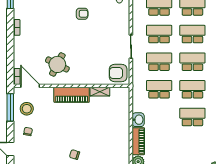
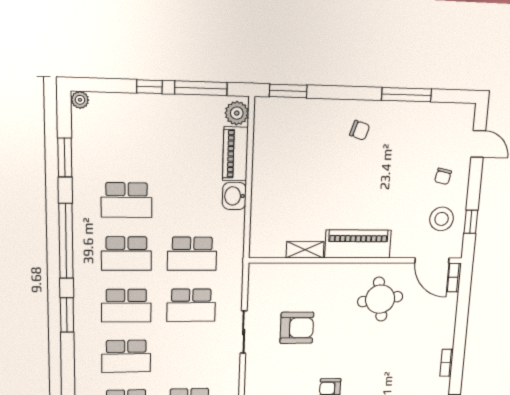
school desk: (159, 34) -> (190, 355), removed
round table: (57, 64) -> (380, 299), turned -35
armchair: (118, 73) -> (297, 328), moved
window: (10, 107) -> (471, 222), width x0.46

